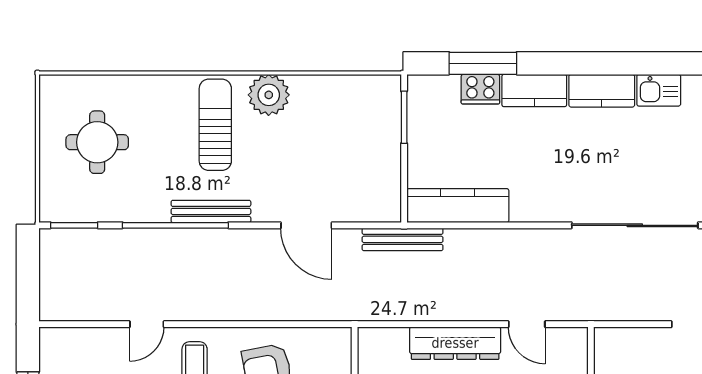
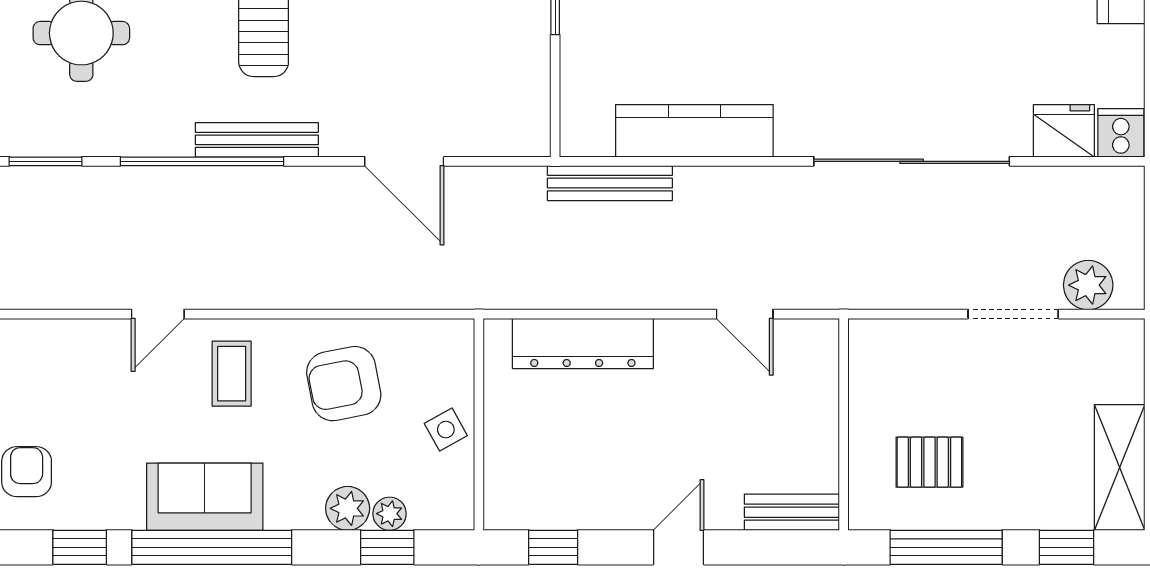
kitchen counter: (458, 206) -> (694, 131), moved
bench: (403, 239) -> (610, 183), moved
dresser: (455, 343) -> (583, 343), moved

